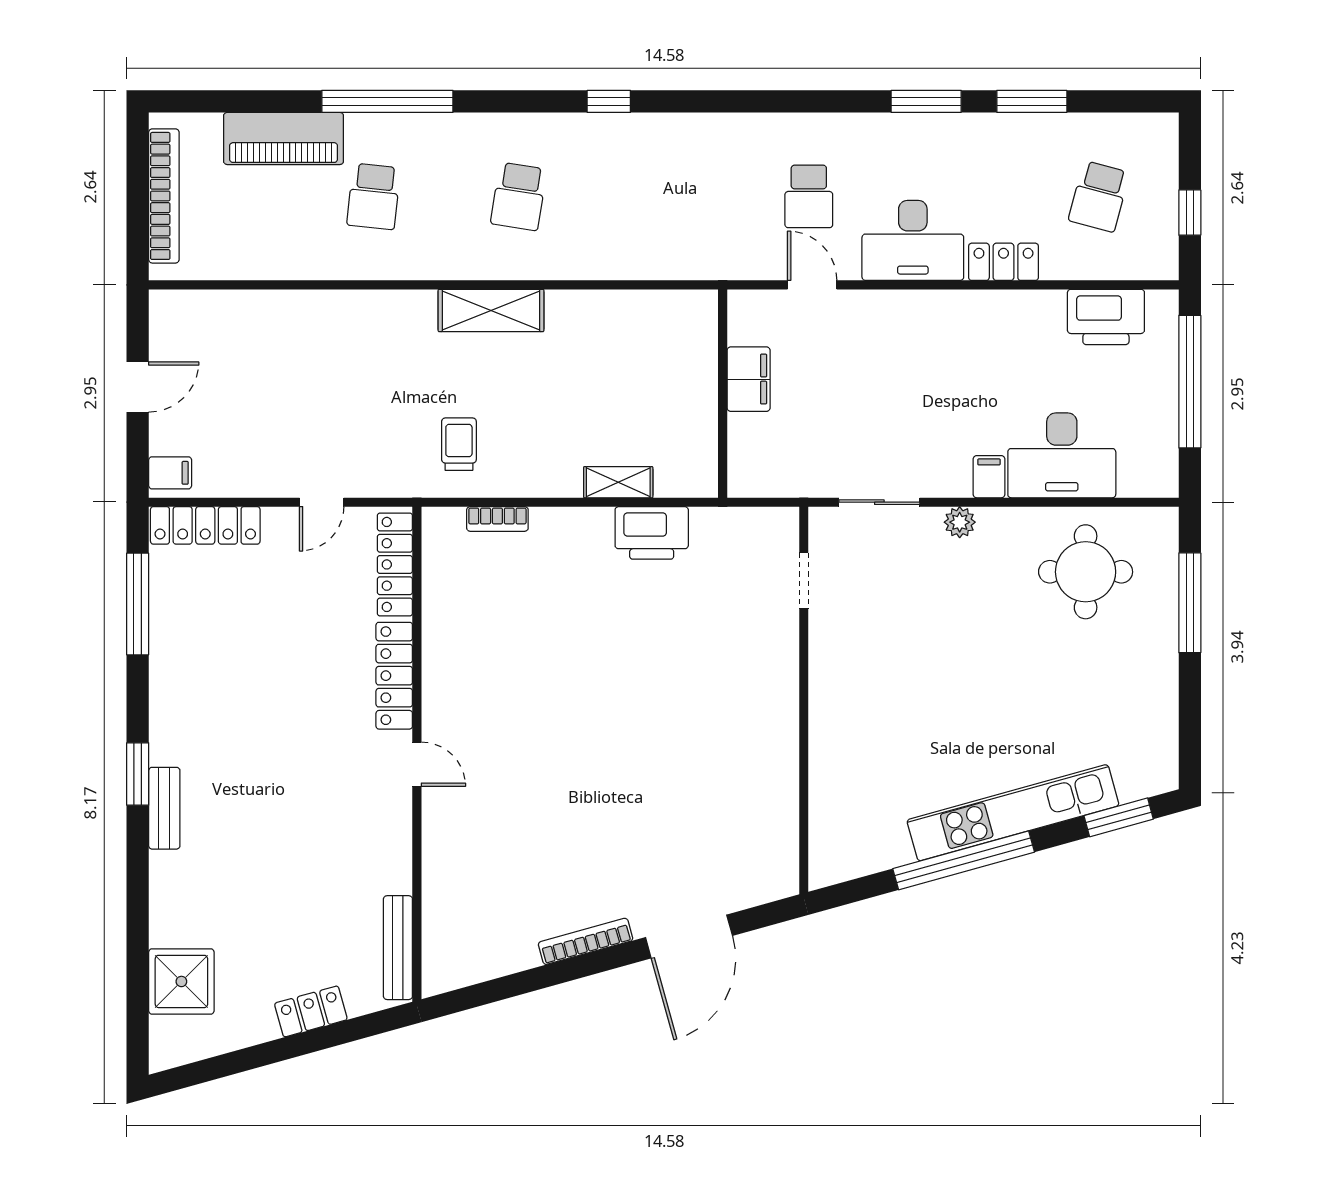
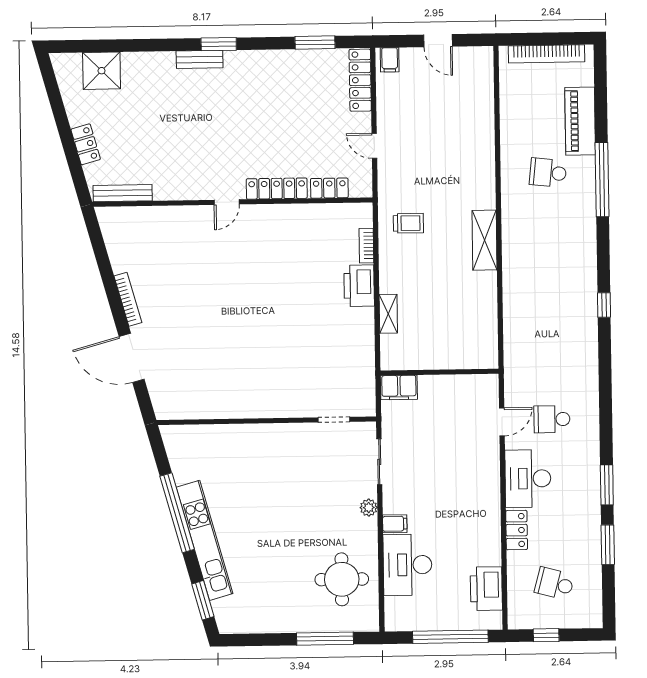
school desk: (519, 196) -> (549, 255), removed
filing cabinet: (749, 379) -> (399, 387), moved
printer: (652, 533) -> (359, 286), moved
locker: (395, 564) -> (329, 188), width x0.66
window: (138, 604) -> (315, 43), width x0.69

